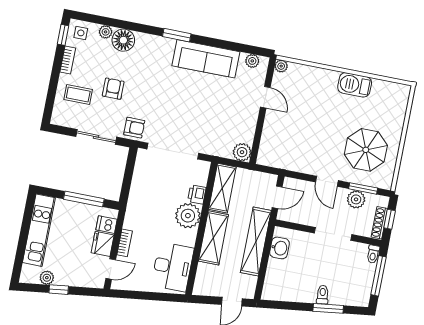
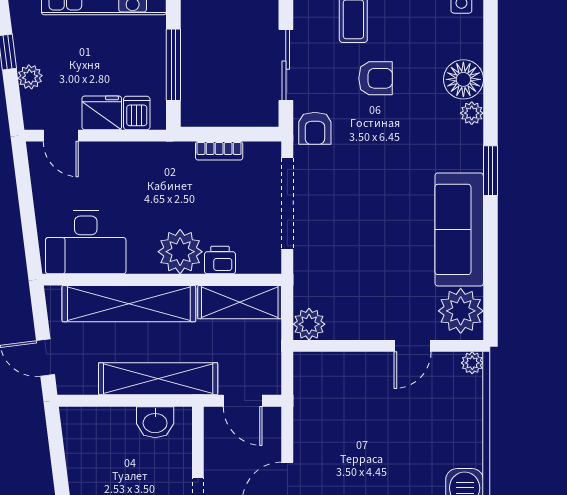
plant: (106, 32) -> (472, 113), moved
plant: (252, 61) -> (461, 311), width x1.87, depth x1.87
shelving: (213, 238) -> (129, 304), width x1.47
bookcase: (125, 243) -> (219, 151), moved
plant: (47, 278) -> (30, 77), moved

